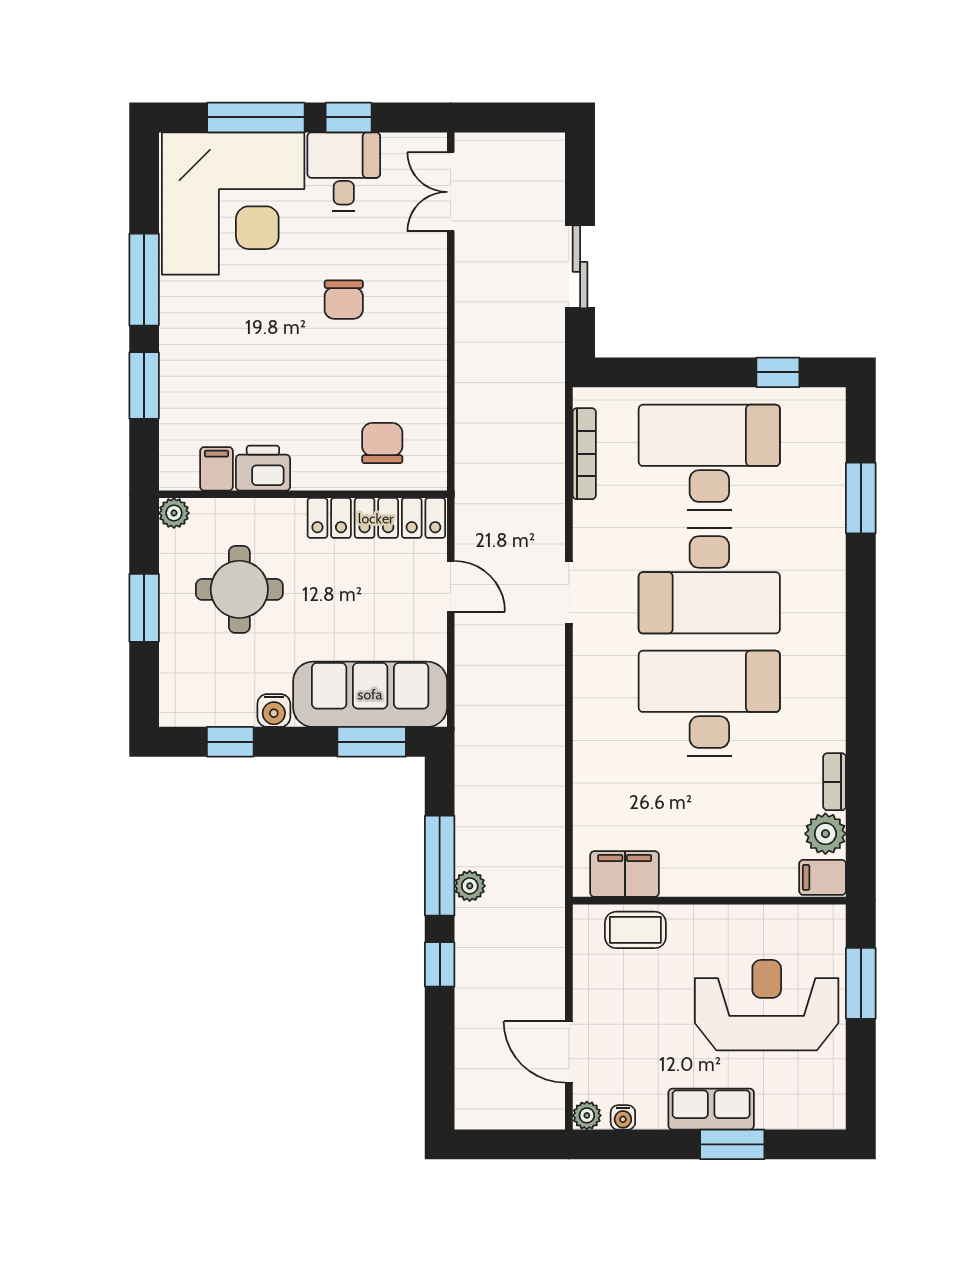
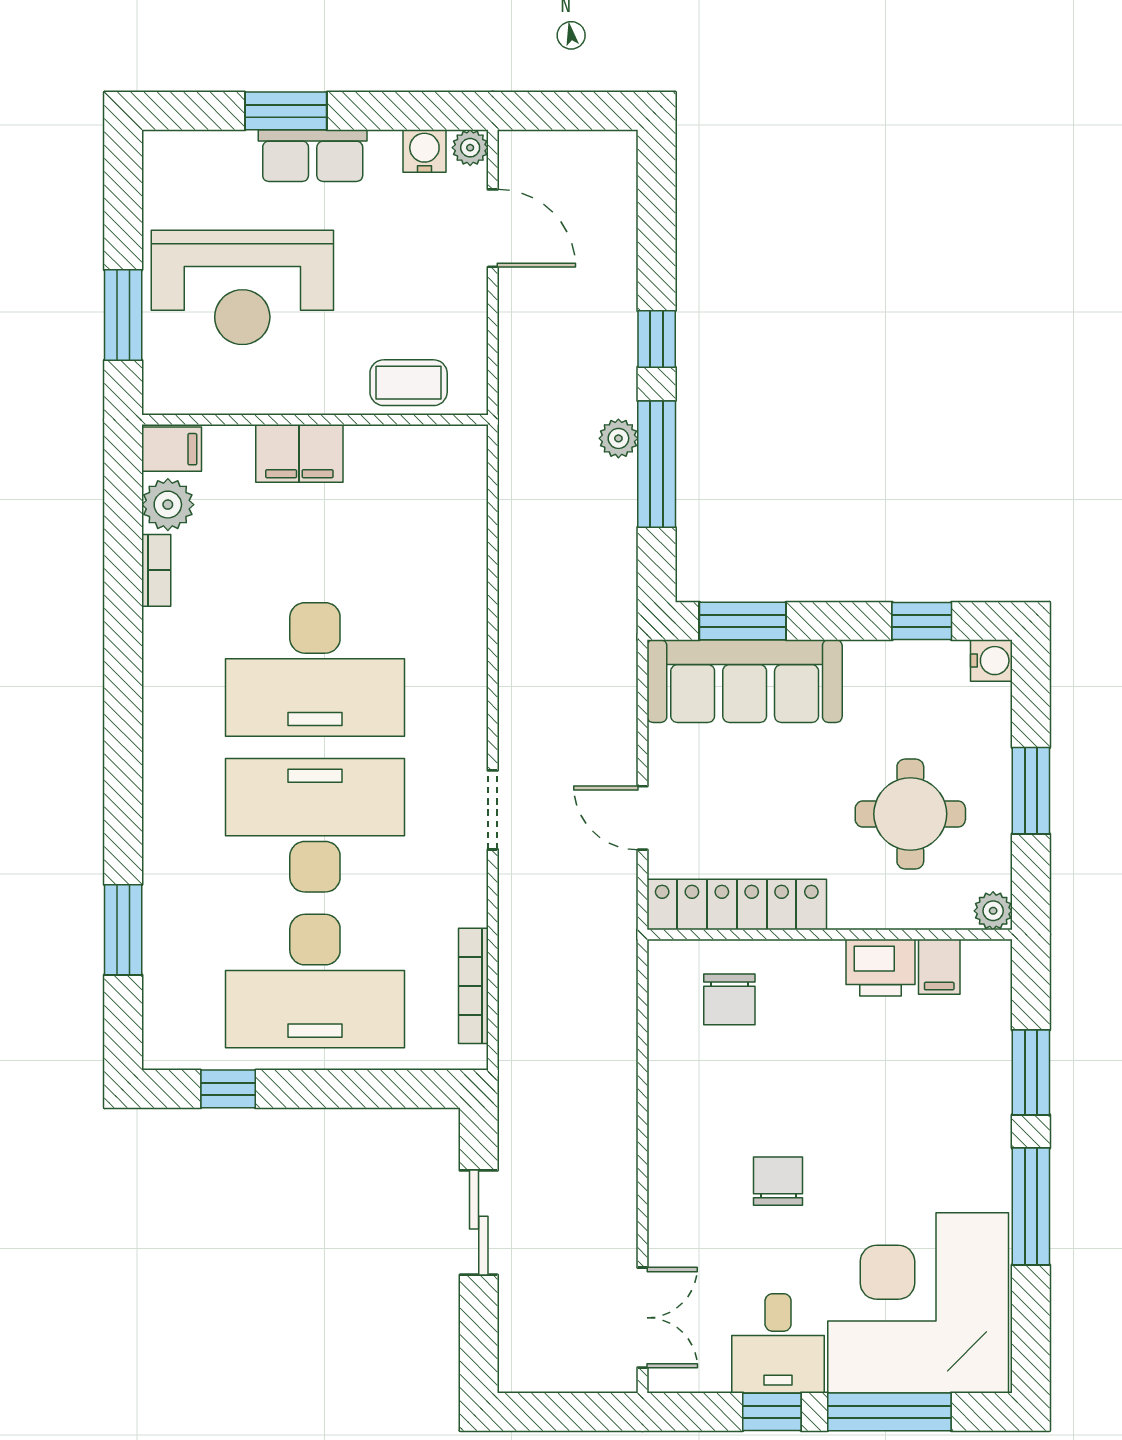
water cooler: (274, 711) -> (991, 661), moved, turned 90
filing cabinet: (625, 874) -> (299, 453), moved
water cooler: (623, 1117) -> (424, 151), width x1.38, depth x1.38

